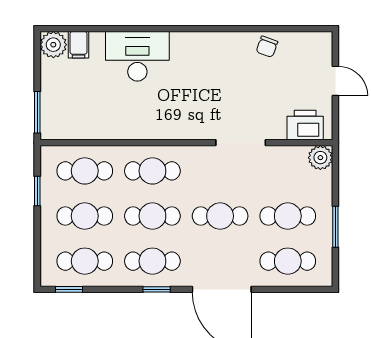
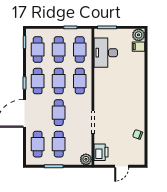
desk: (137, 56) -> (106, 53), moved, turned 180

